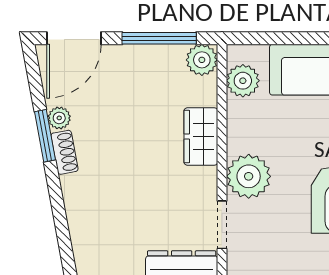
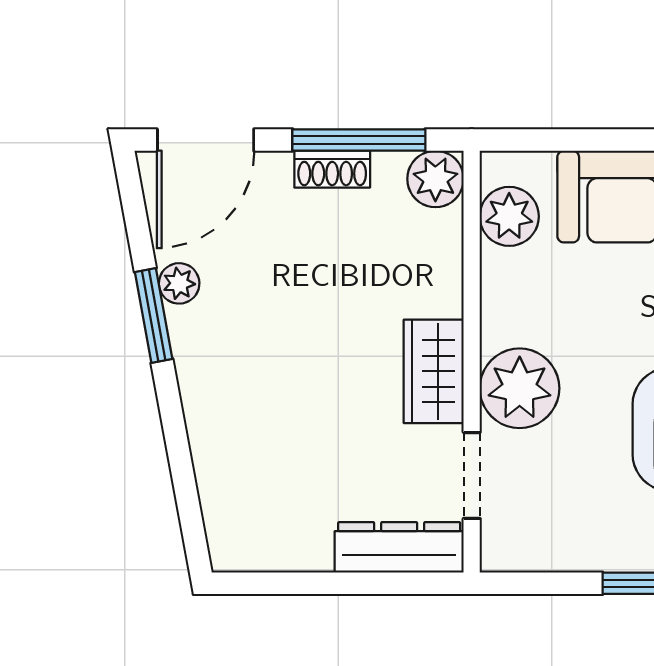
wardrobe: (201, 137) -> (434, 371), moved
shoe rack: (64, 152) -> (332, 169), moved, turned 100

